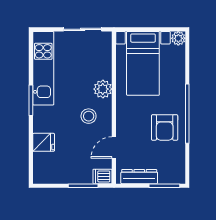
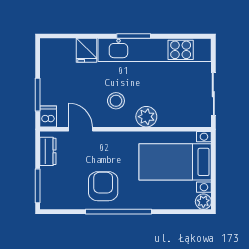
kitchen unit: (43, 68) -> (155, 50), width x1.36
armchair: (165, 127) -> (103, 186), turned 90
dresser: (139, 177) -> (48, 151), width x0.70

